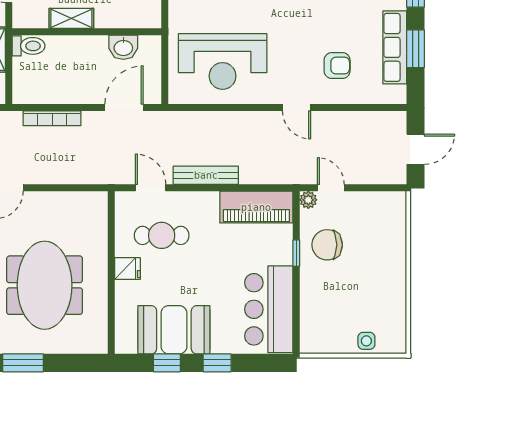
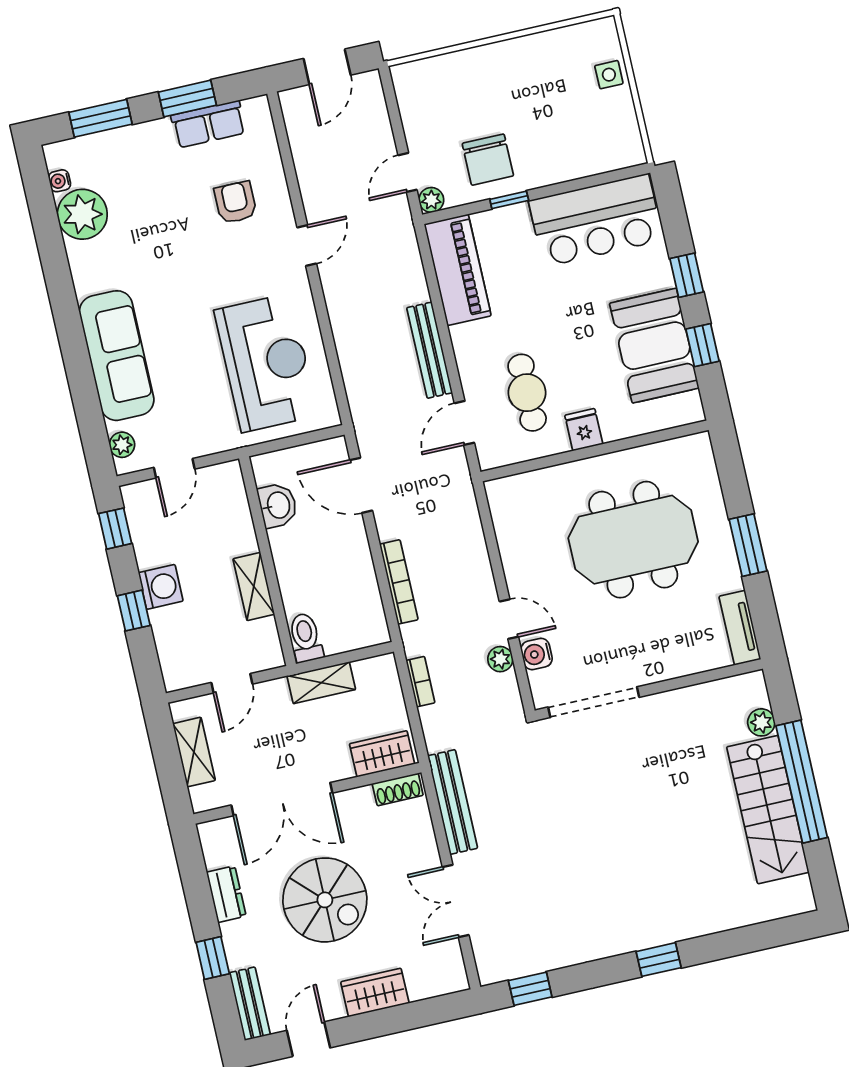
row of seats: (395, 47) -> (208, 124), width x0.68
door: (416, 149) -> (327, 67), swing flipped

